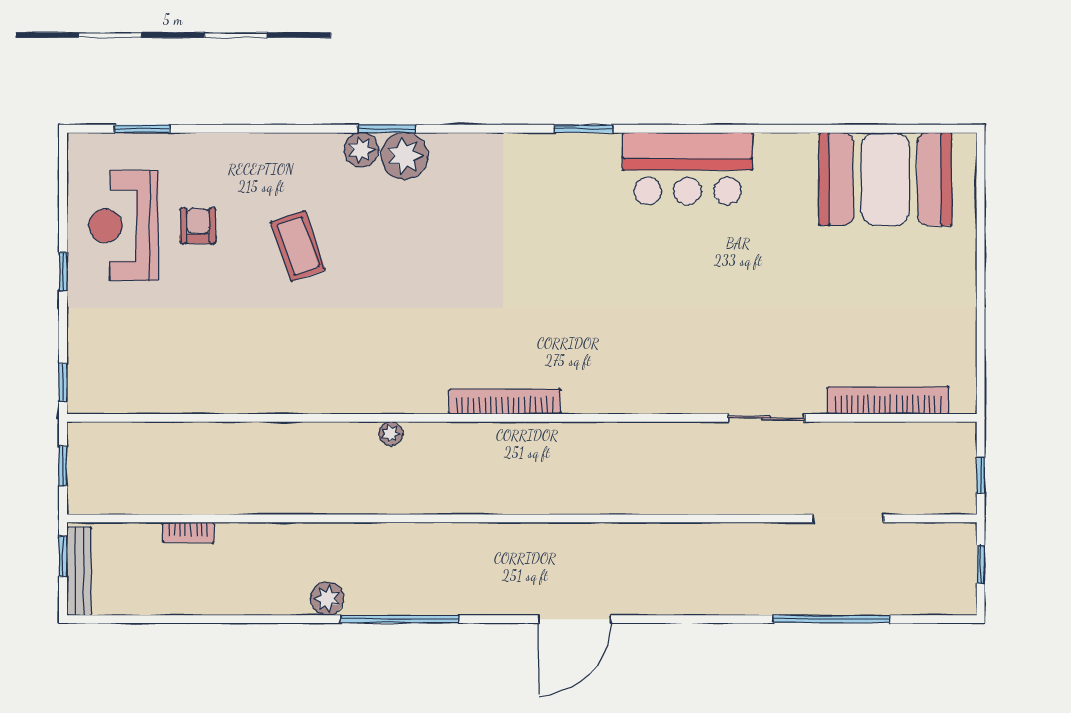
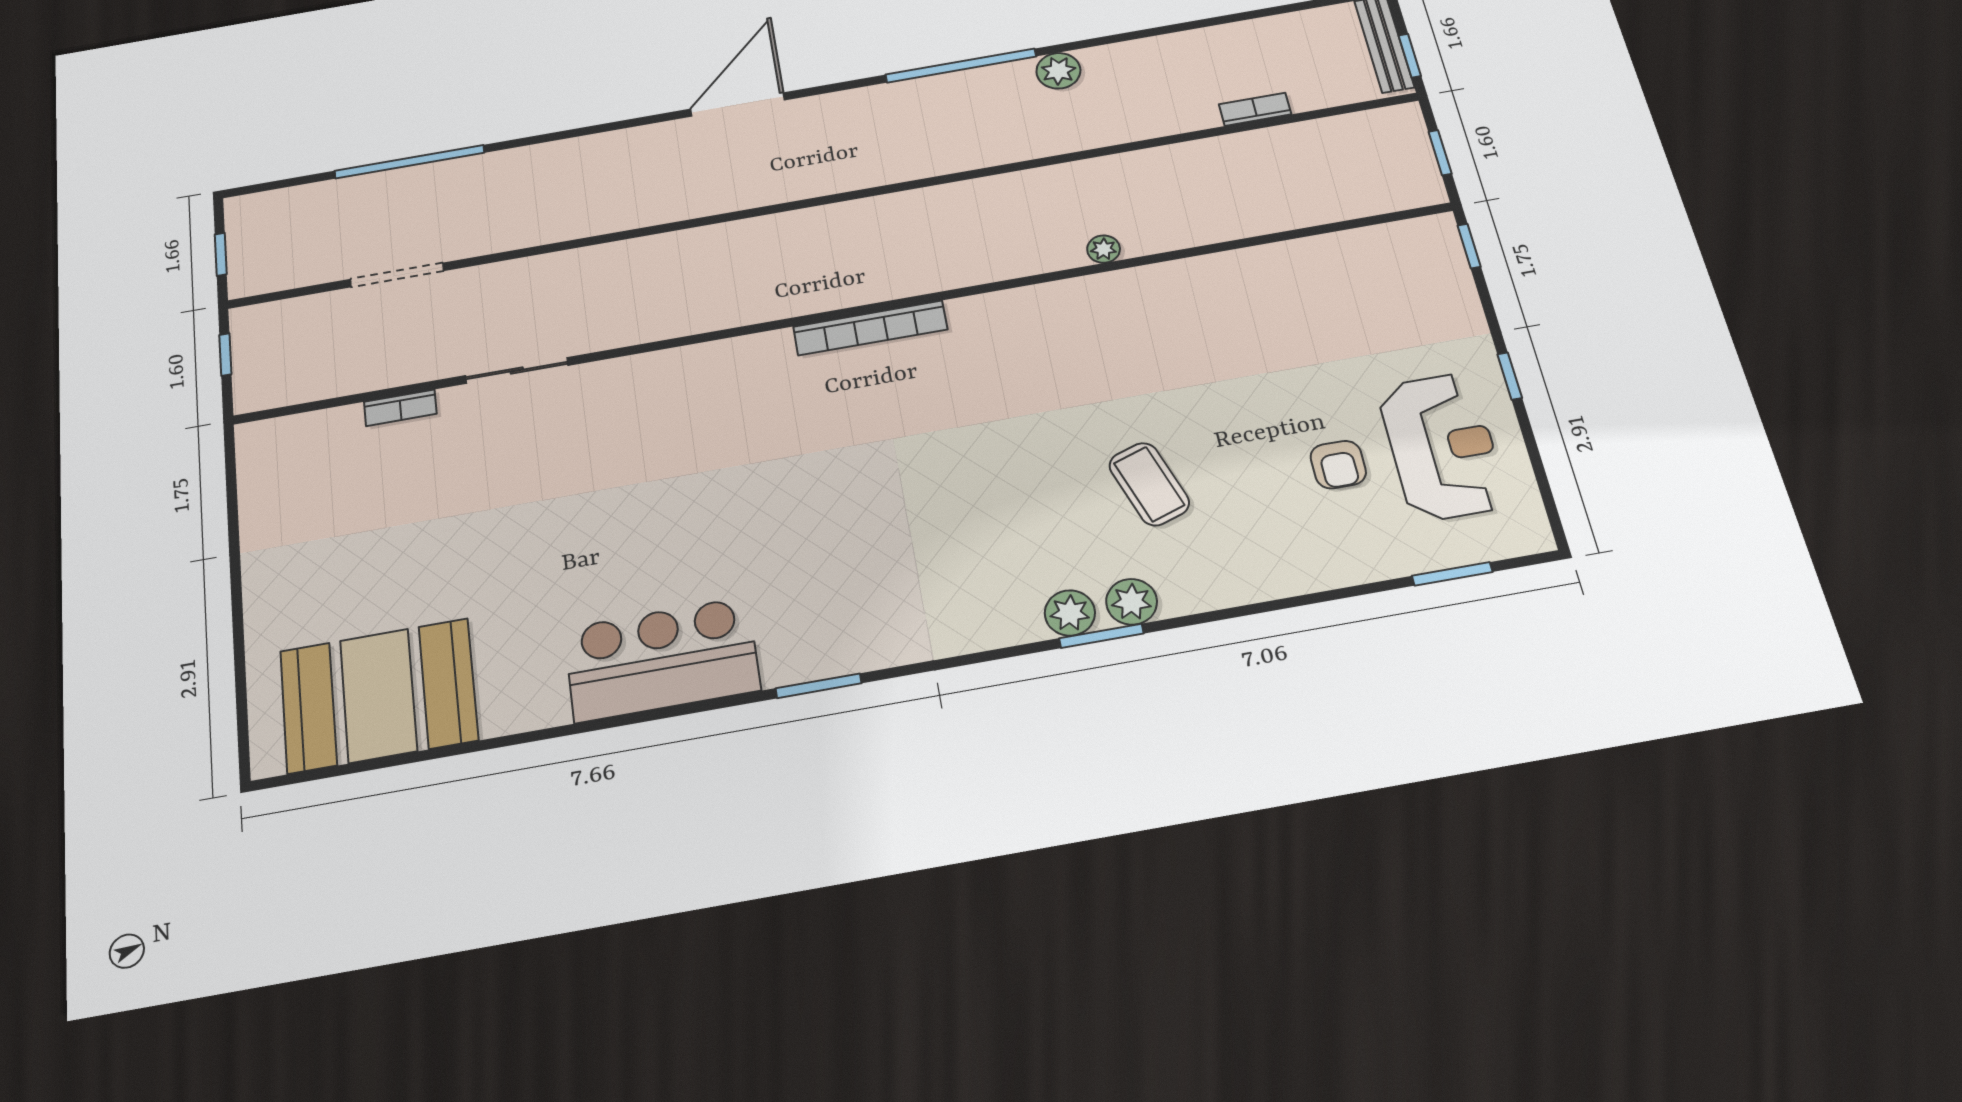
plant: (405, 156) -> (1070, 613), width x0.73, depth x0.73
coffee table: (298, 246) -> (1149, 484), moved
bookcase: (888, 400) -> (400, 408), width x0.43, depth x0.76
plant: (391, 434) -> (1104, 249), moved

